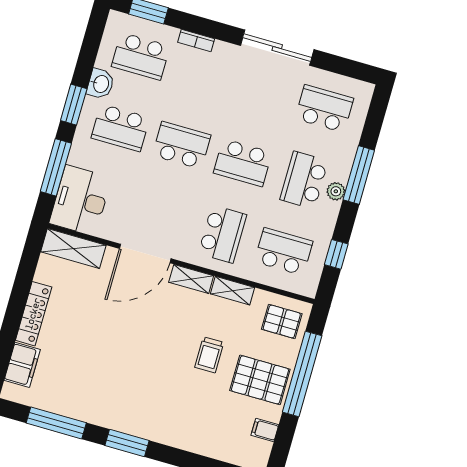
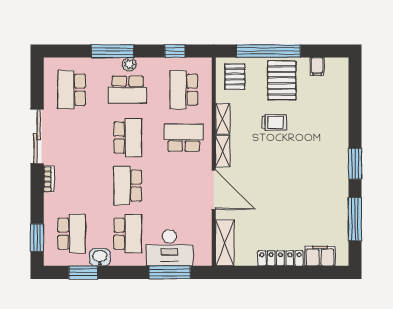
bookcase: (196, 41) -> (49, 179), moved
window: (74, 105) -> (83, 272), moved
desk: (80, 200) -> (169, 248), moved

